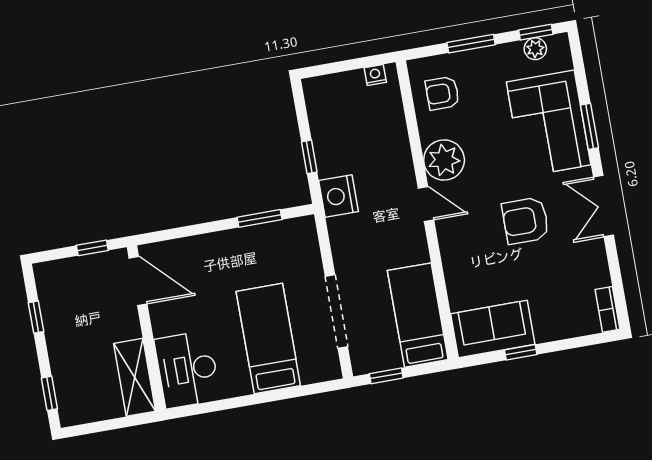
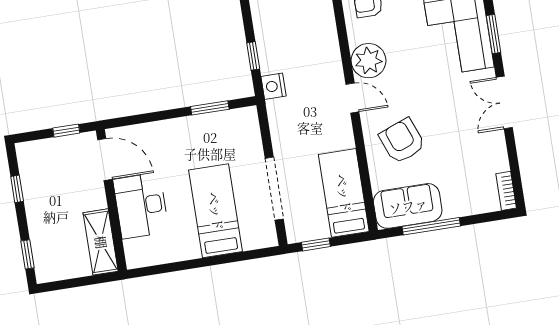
nightstand: (339, 196) -> (274, 86), width x0.74, depth x0.75
armchair: (525, 221) -> (402, 141), moved, turned 69
window: (521, 352) -> (431, 226), width x2.17
desk: (187, 370) -> (141, 206), moved

